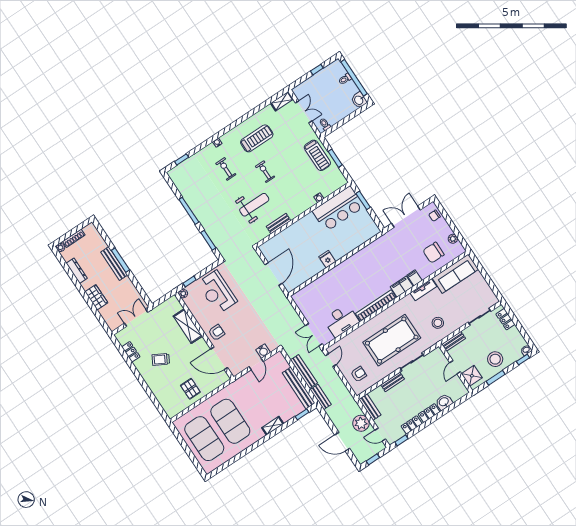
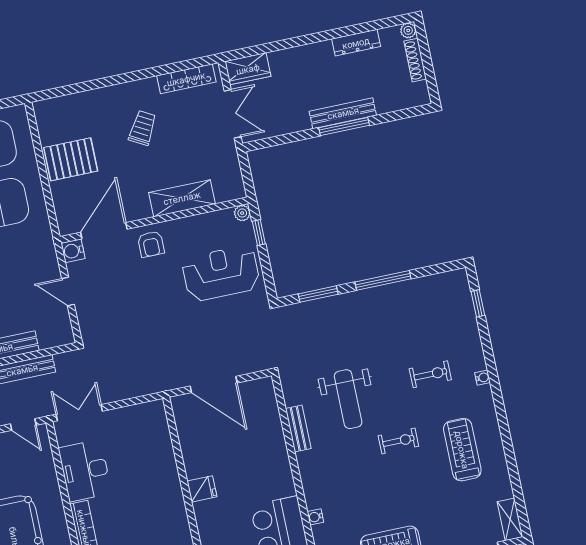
treadmill: (257, 138) -> (462, 450), turned 180
wardrobe: (96, 297) -> (248, 69), moved
water cooler: (263, 351) -> (73, 251), moved
locker: (131, 352) -> (186, 79), width x1.53
pallet: (190, 389) -> (71, 159), width x1.50, depth x1.42

